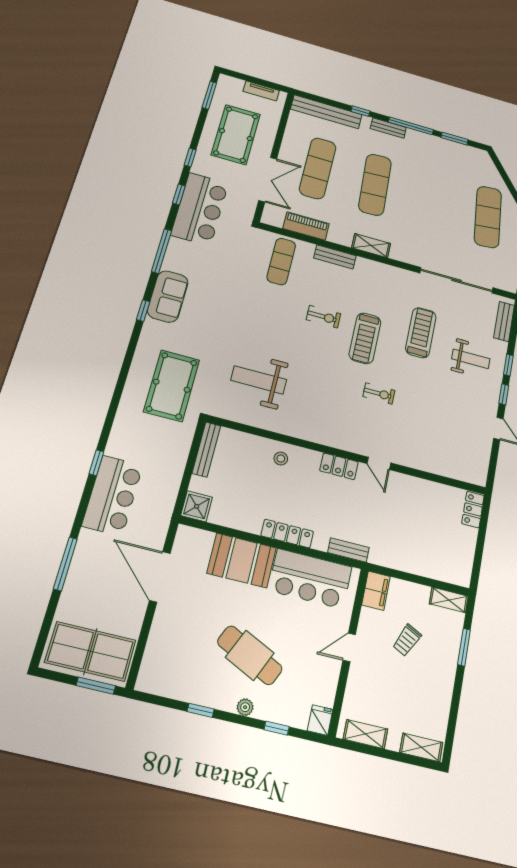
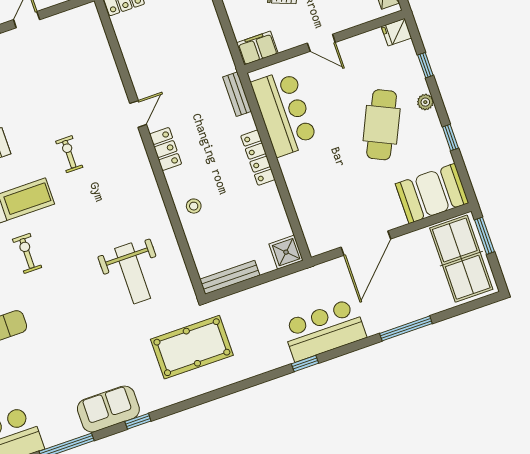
booth: (242, 560) -> (432, 193), moved, turned 90

